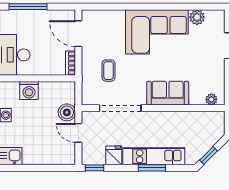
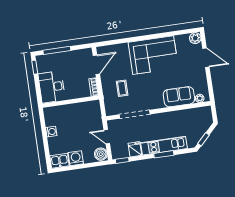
plant: (197, 17) -> (195, 38), moved
door: (78, 34) -> (96, 65), swing flipped
washing machine: (29, 90) -> (76, 158), moved, turned 180
sofa: (168, 93) -> (179, 97), moved
boiler: (67, 112) -> (101, 154), moved

